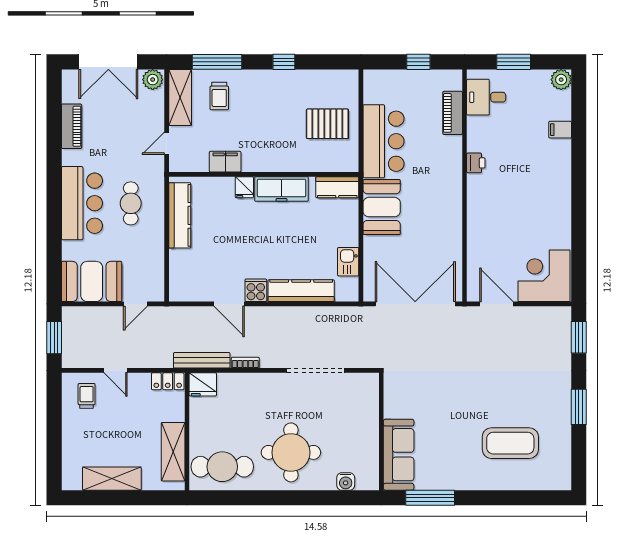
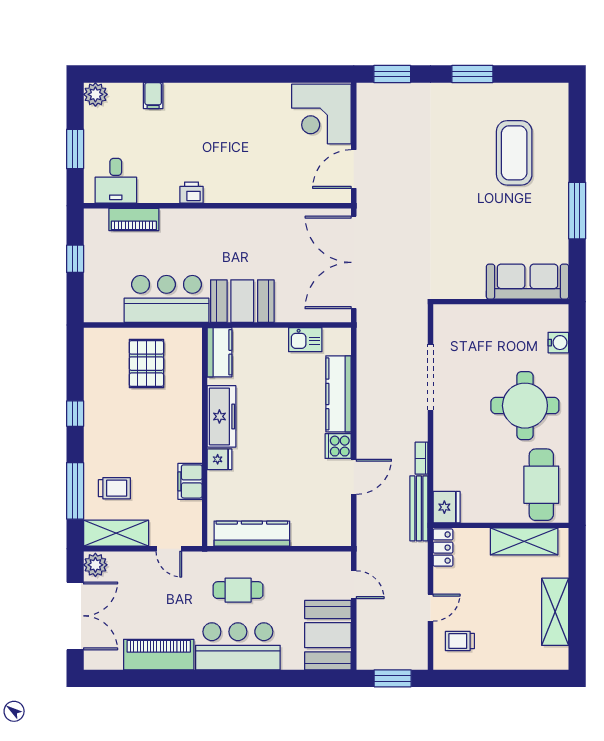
piano: (72, 126) -> (159, 655), width x1.37, depth x1.33
window: (430, 498) -> (577, 211), moved

